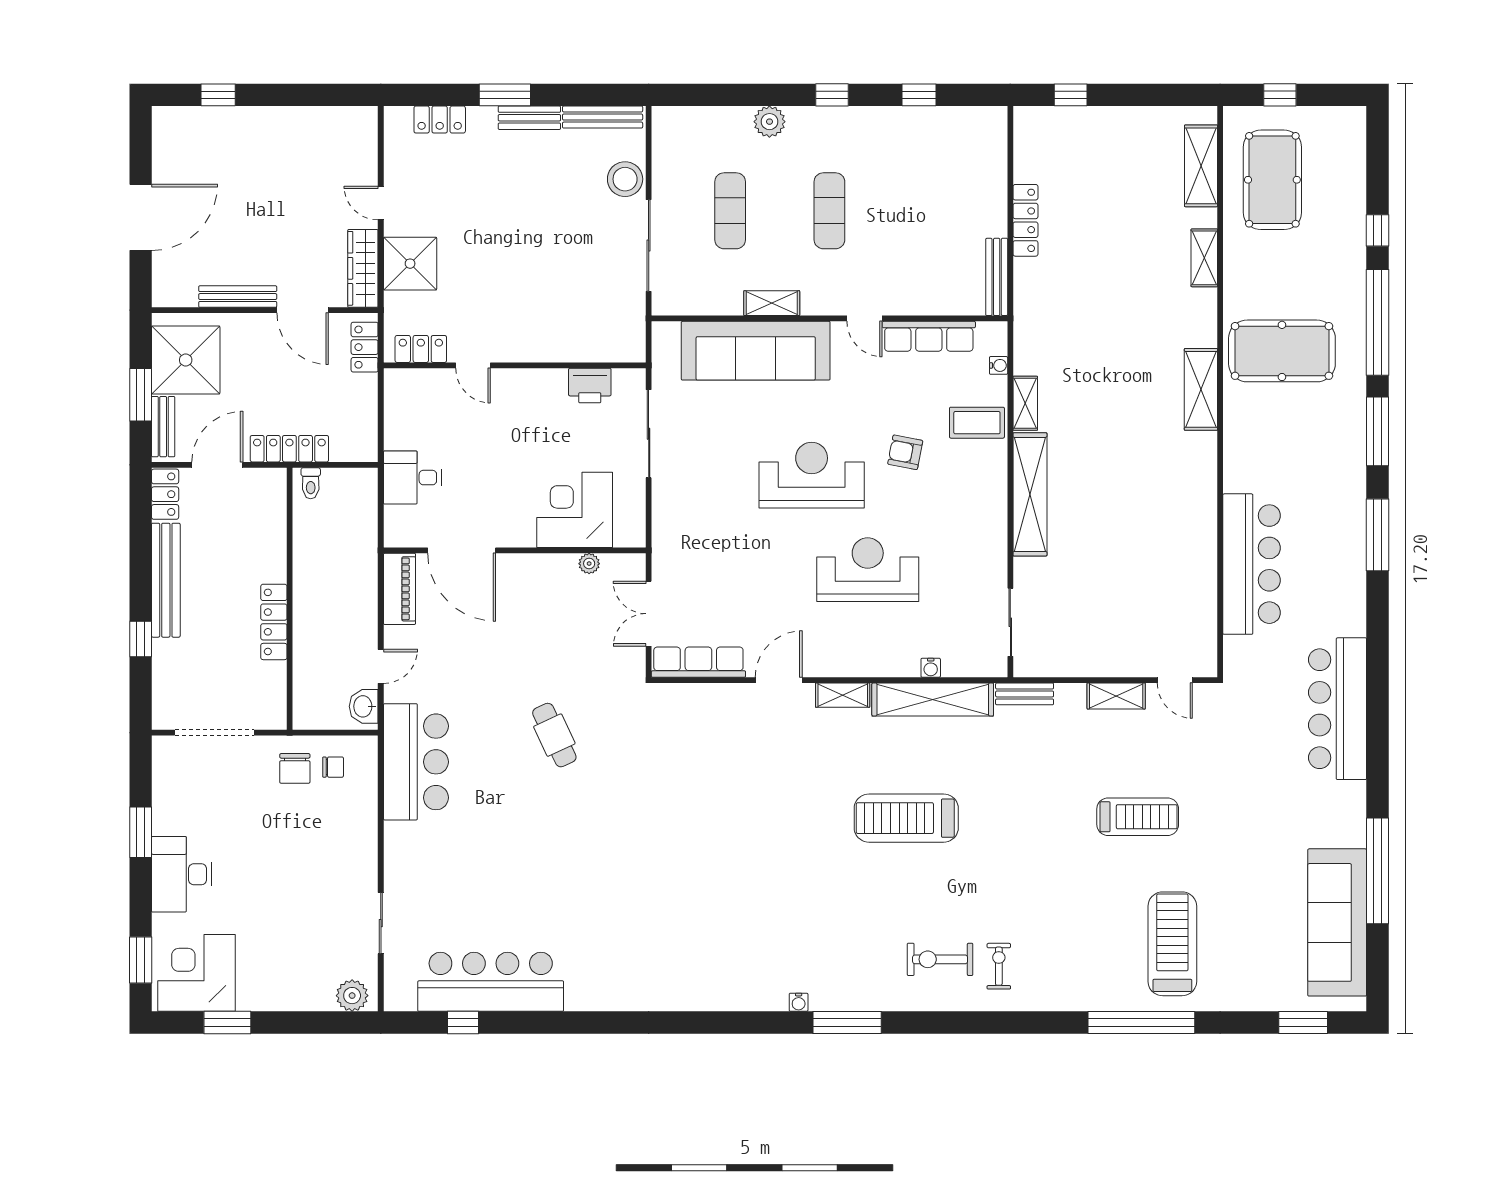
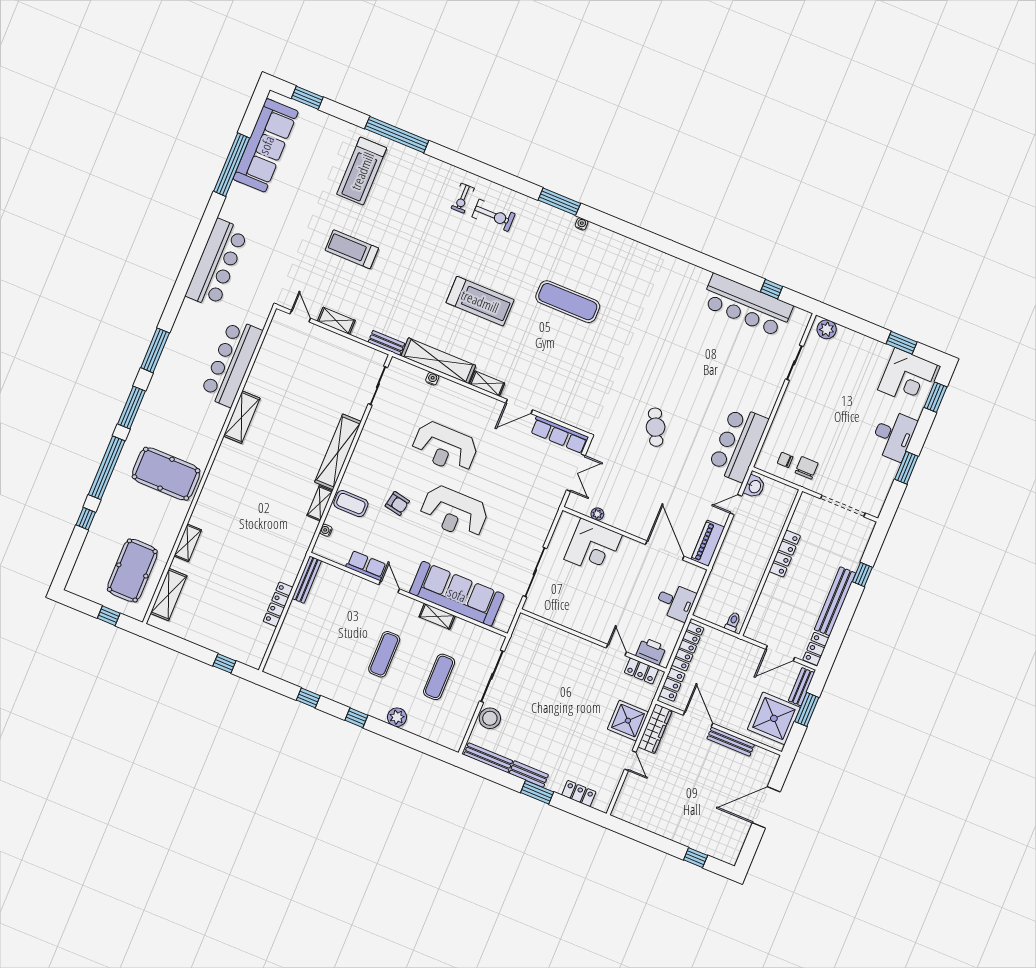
row of seats: (929, 336) -> (366, 566), width x0.68
printer: (590, 386) -> (651, 651), moved
shelving: (1201, 389) -> (242, 417), moved
locker: (289, 449) -> (688, 647), moved, turned -90
exercise mat: (770, 873) -> (568, 302), added

